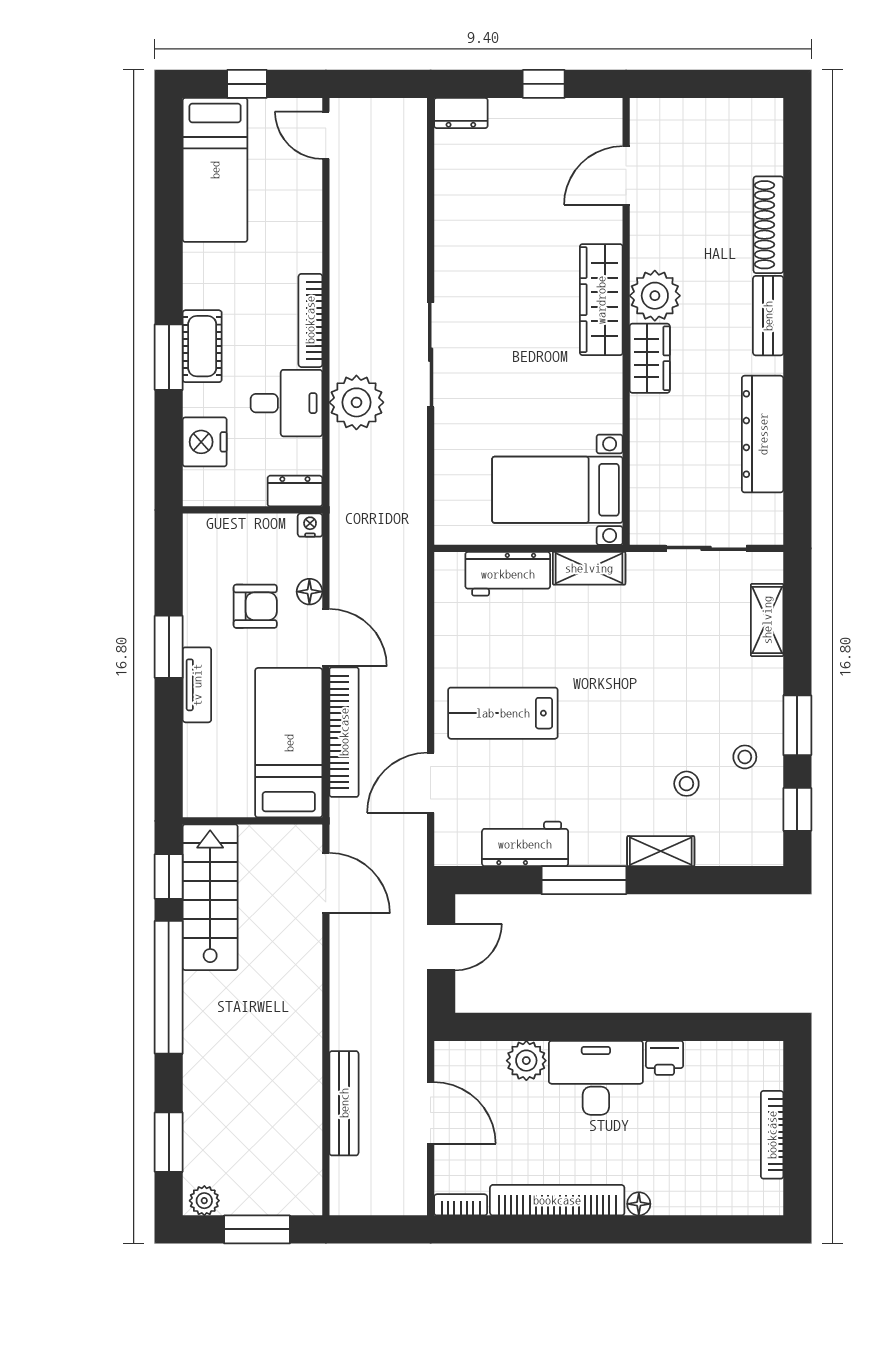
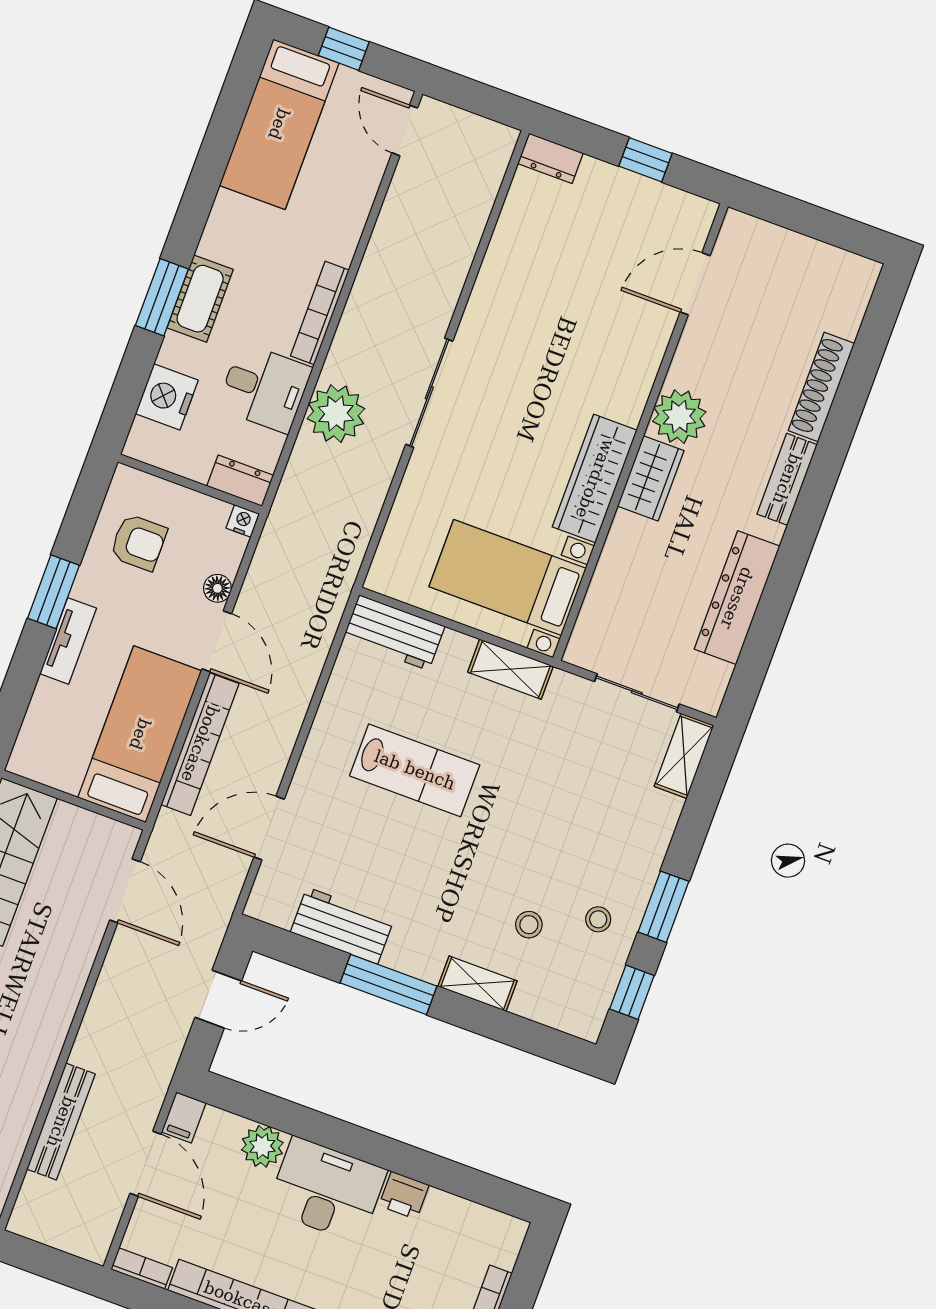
wardrobe: (601, 300) -> (595, 479), moved
workbench: (508, 574) -> (394, 633), moved
armchair: (255, 606) -> (138, 542), moved
shelving: (767, 620) -> (684, 756), moved
lab bench: (503, 713) -> (415, 770), moved, turned 180
filing cabinet: (449, 1061) -> (184, 1117), added

